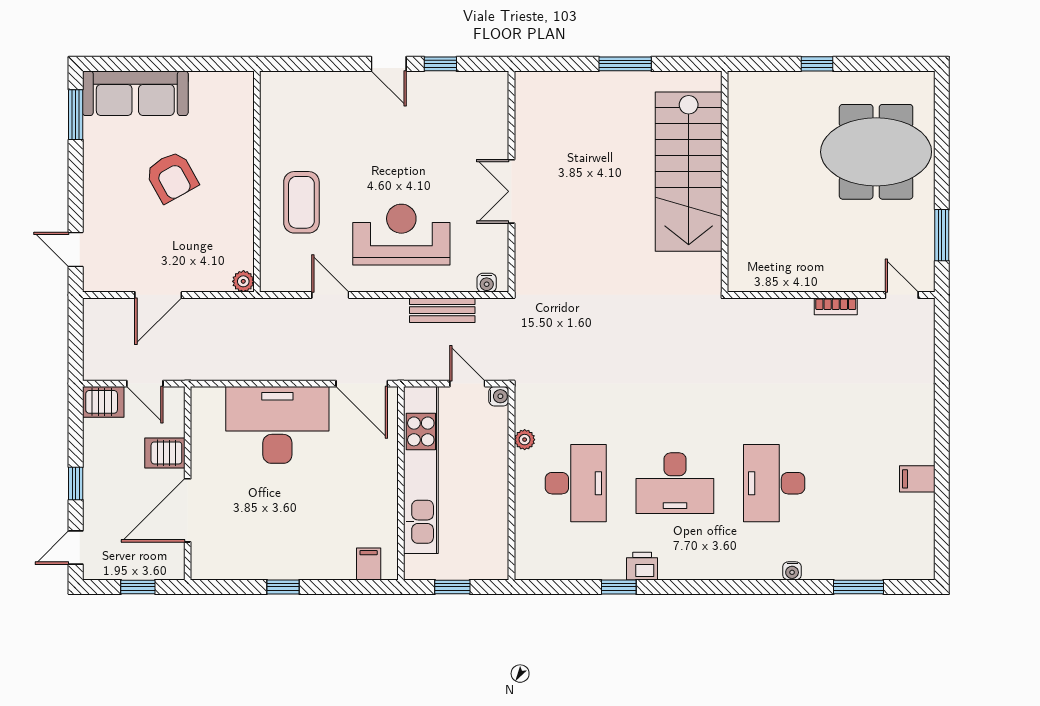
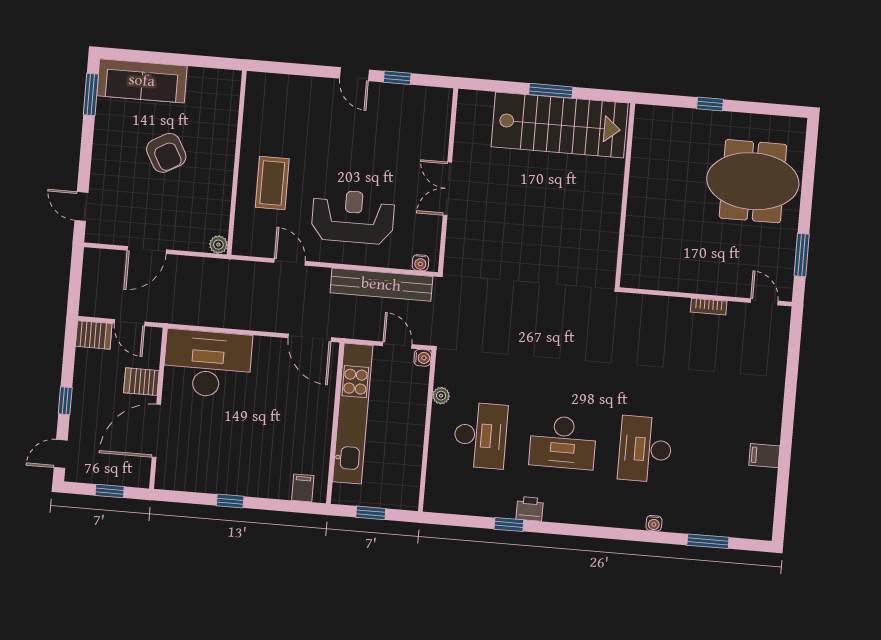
stairs: (689, 172) -> (560, 125), moved, turned -90
bench: (442, 310) -> (381, 285), width x1.86, depth x1.21
desk: (277, 425) -> (207, 364), moved

